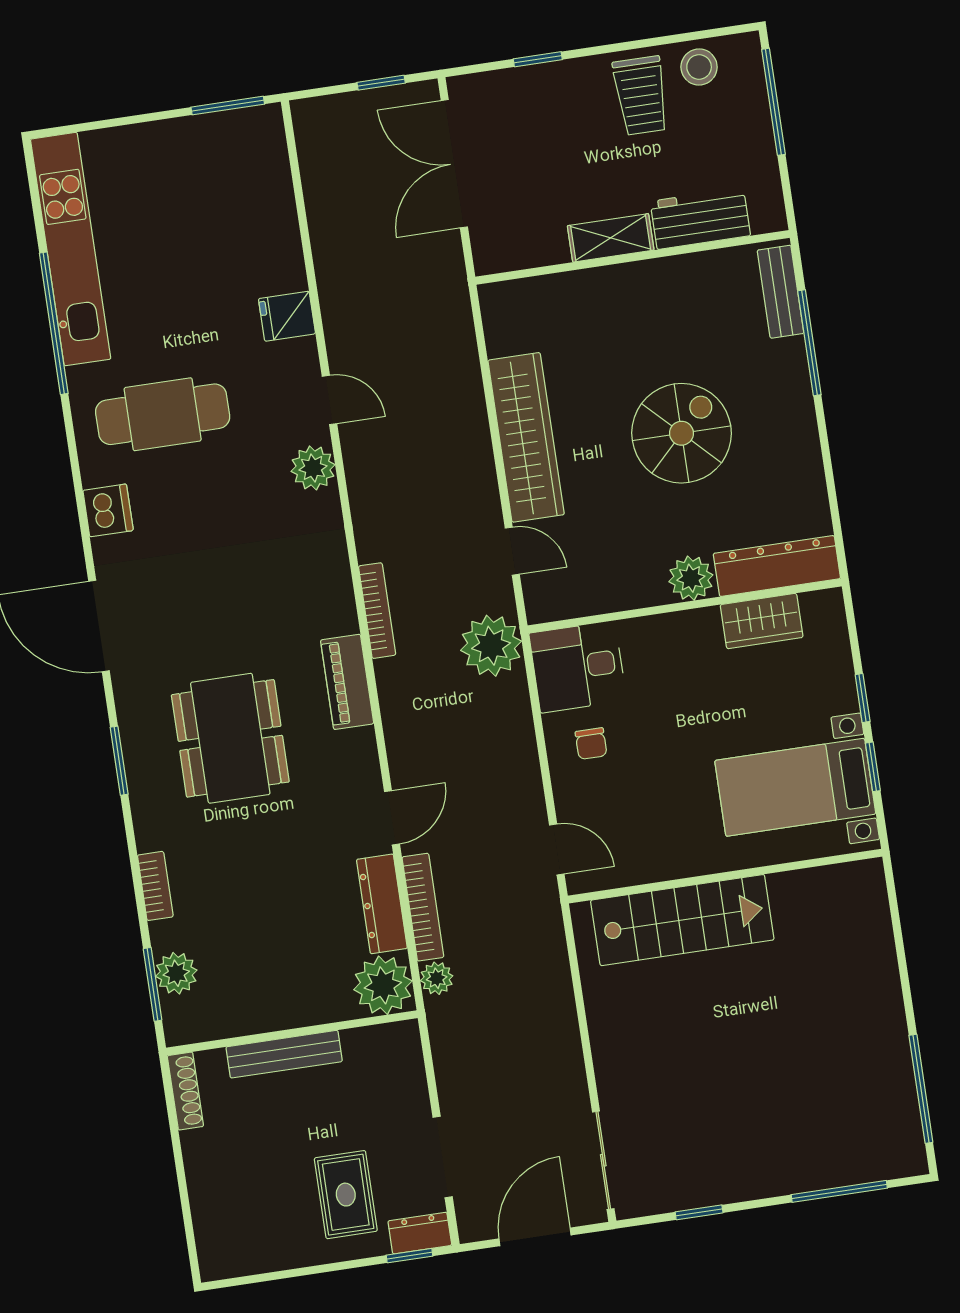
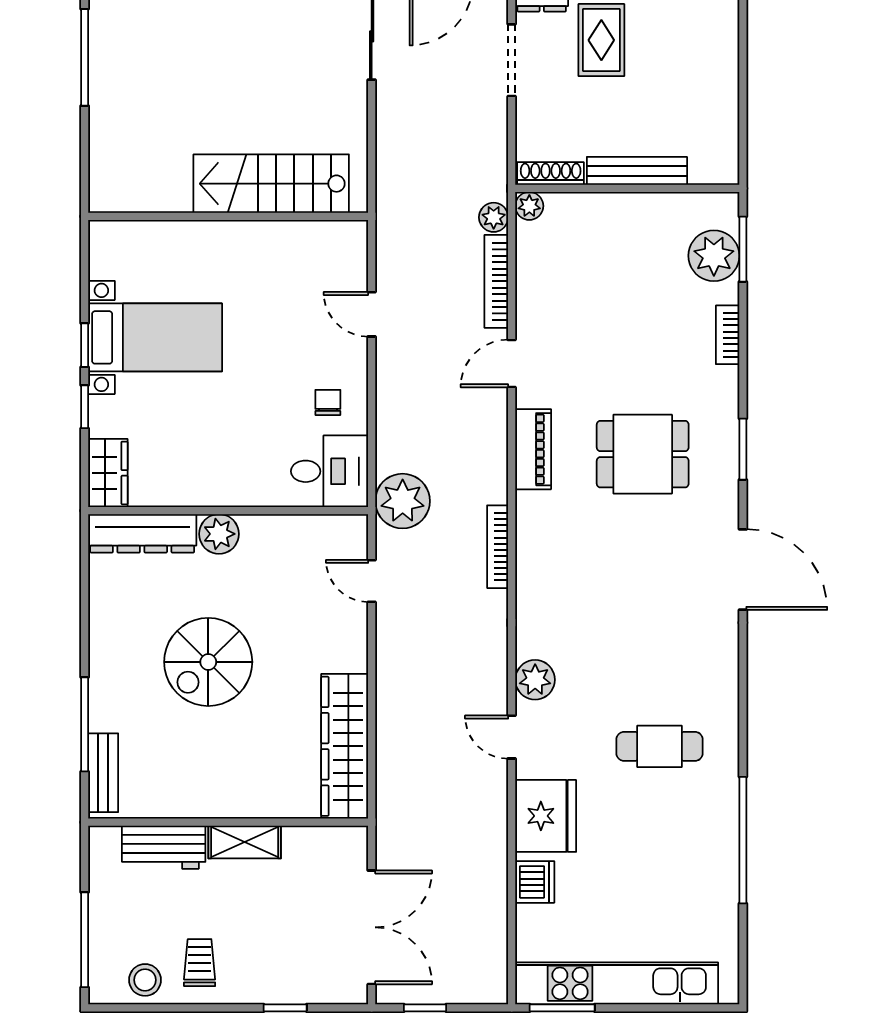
trolley: (641, 96) -> (200, 963), width x0.73, depth x0.72
kitchen unit: (71, 249) -> (617, 983), moved, turned 90
fridge: (287, 316) -> (546, 816), width x1.88, depth x1.34
cafe table: (163, 414) -> (660, 746), width x0.73, depth x0.74
wardrobe: (526, 437) -> (345, 746), moved
dishwasher: (108, 510) -> (535, 882), moved, turned 180
wardrobe: (762, 621) -> (108, 473), moved, turned 90
piano: (347, 682) -> (533, 449), moved
dining table: (230, 738) -> (643, 454), width x0.73
wall: (725, 876) -> (228, 216), moved
dresser: (382, 904) -> (532, 290), removed
stairs: (682, 920) -> (271, 184), moved
plant: (176, 973) -> (714, 256), width x1.36, depth x1.36
plant: (383, 985) -> (529, 206), width x0.53, depth x0.53
shoe rack: (185, 1091) -> (551, 174), moved, turned 90

